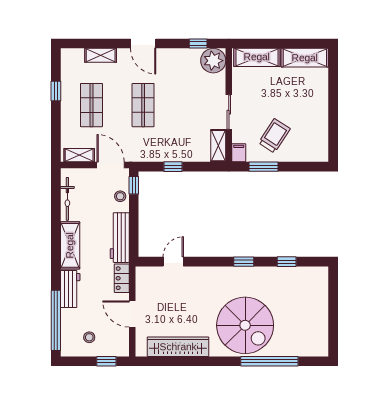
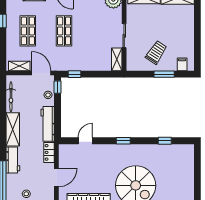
filing cabinet: (239, 153) -> (182, 64), moved
window: (173, 167) -> (74, 74), moved
window: (264, 167) -> (164, 74), moved
window: (244, 262) -> (123, 141), moved
door: (132, 314) -> (56, 177), swing flipped

